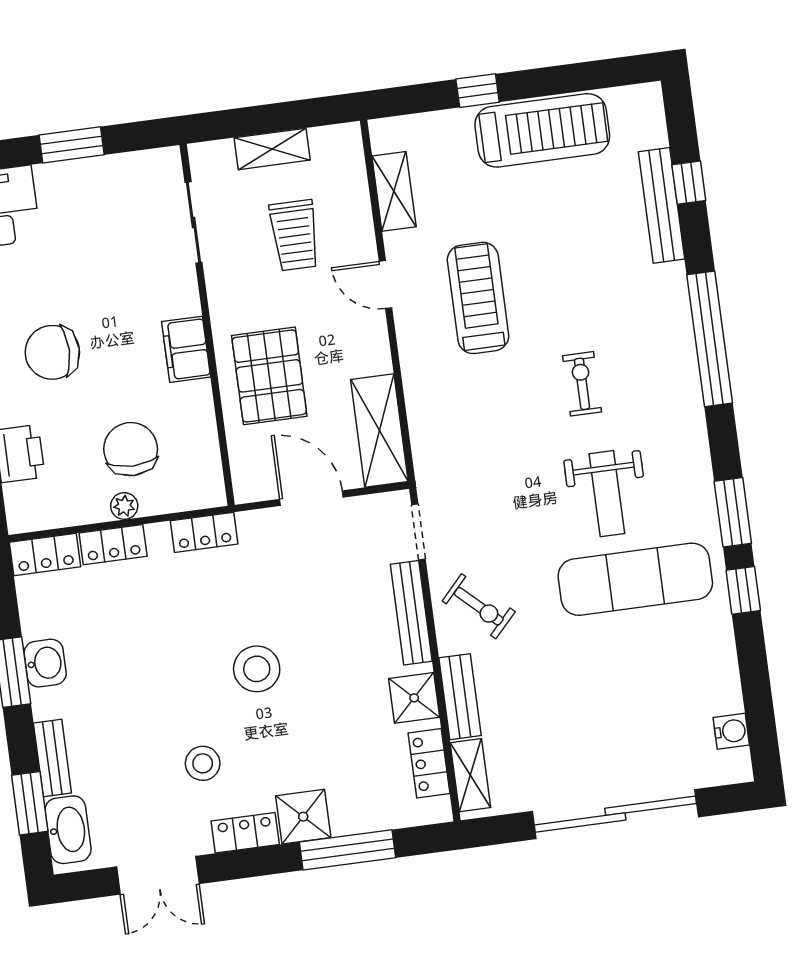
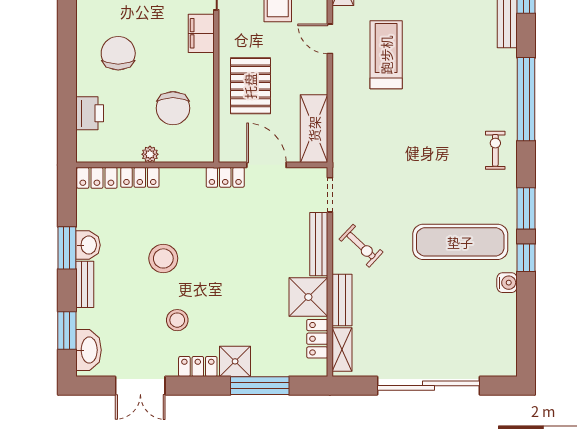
filing cabinet: (186, 349) -> (201, 33), moved
chair: (52, 352) -> (118, 53), turned 90
exercise bike: (582, 384) -> (495, 150), moved
chair: (131, 449) -> (173, 108), moved, turned 180
weight bench: (607, 494) -> (450, 187), removed
locker: (204, 532) -> (225, 177), moved
stool: (257, 669) -> (163, 258), moved
shower: (414, 698) -> (308, 297), width x1.36, depth x1.36
water cooler: (731, 731) -> (507, 283), moved
bench: (52, 758) -> (85, 284), moved

